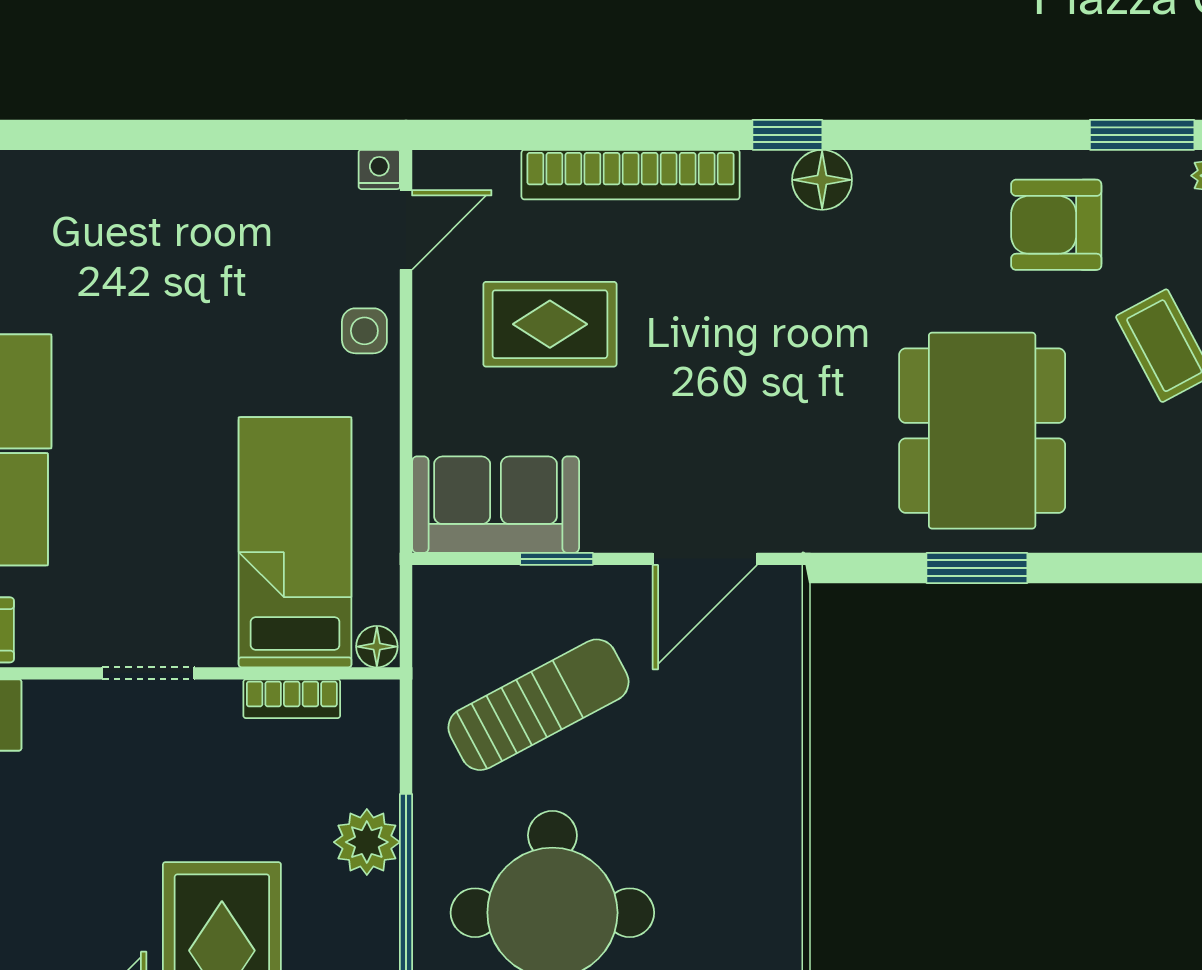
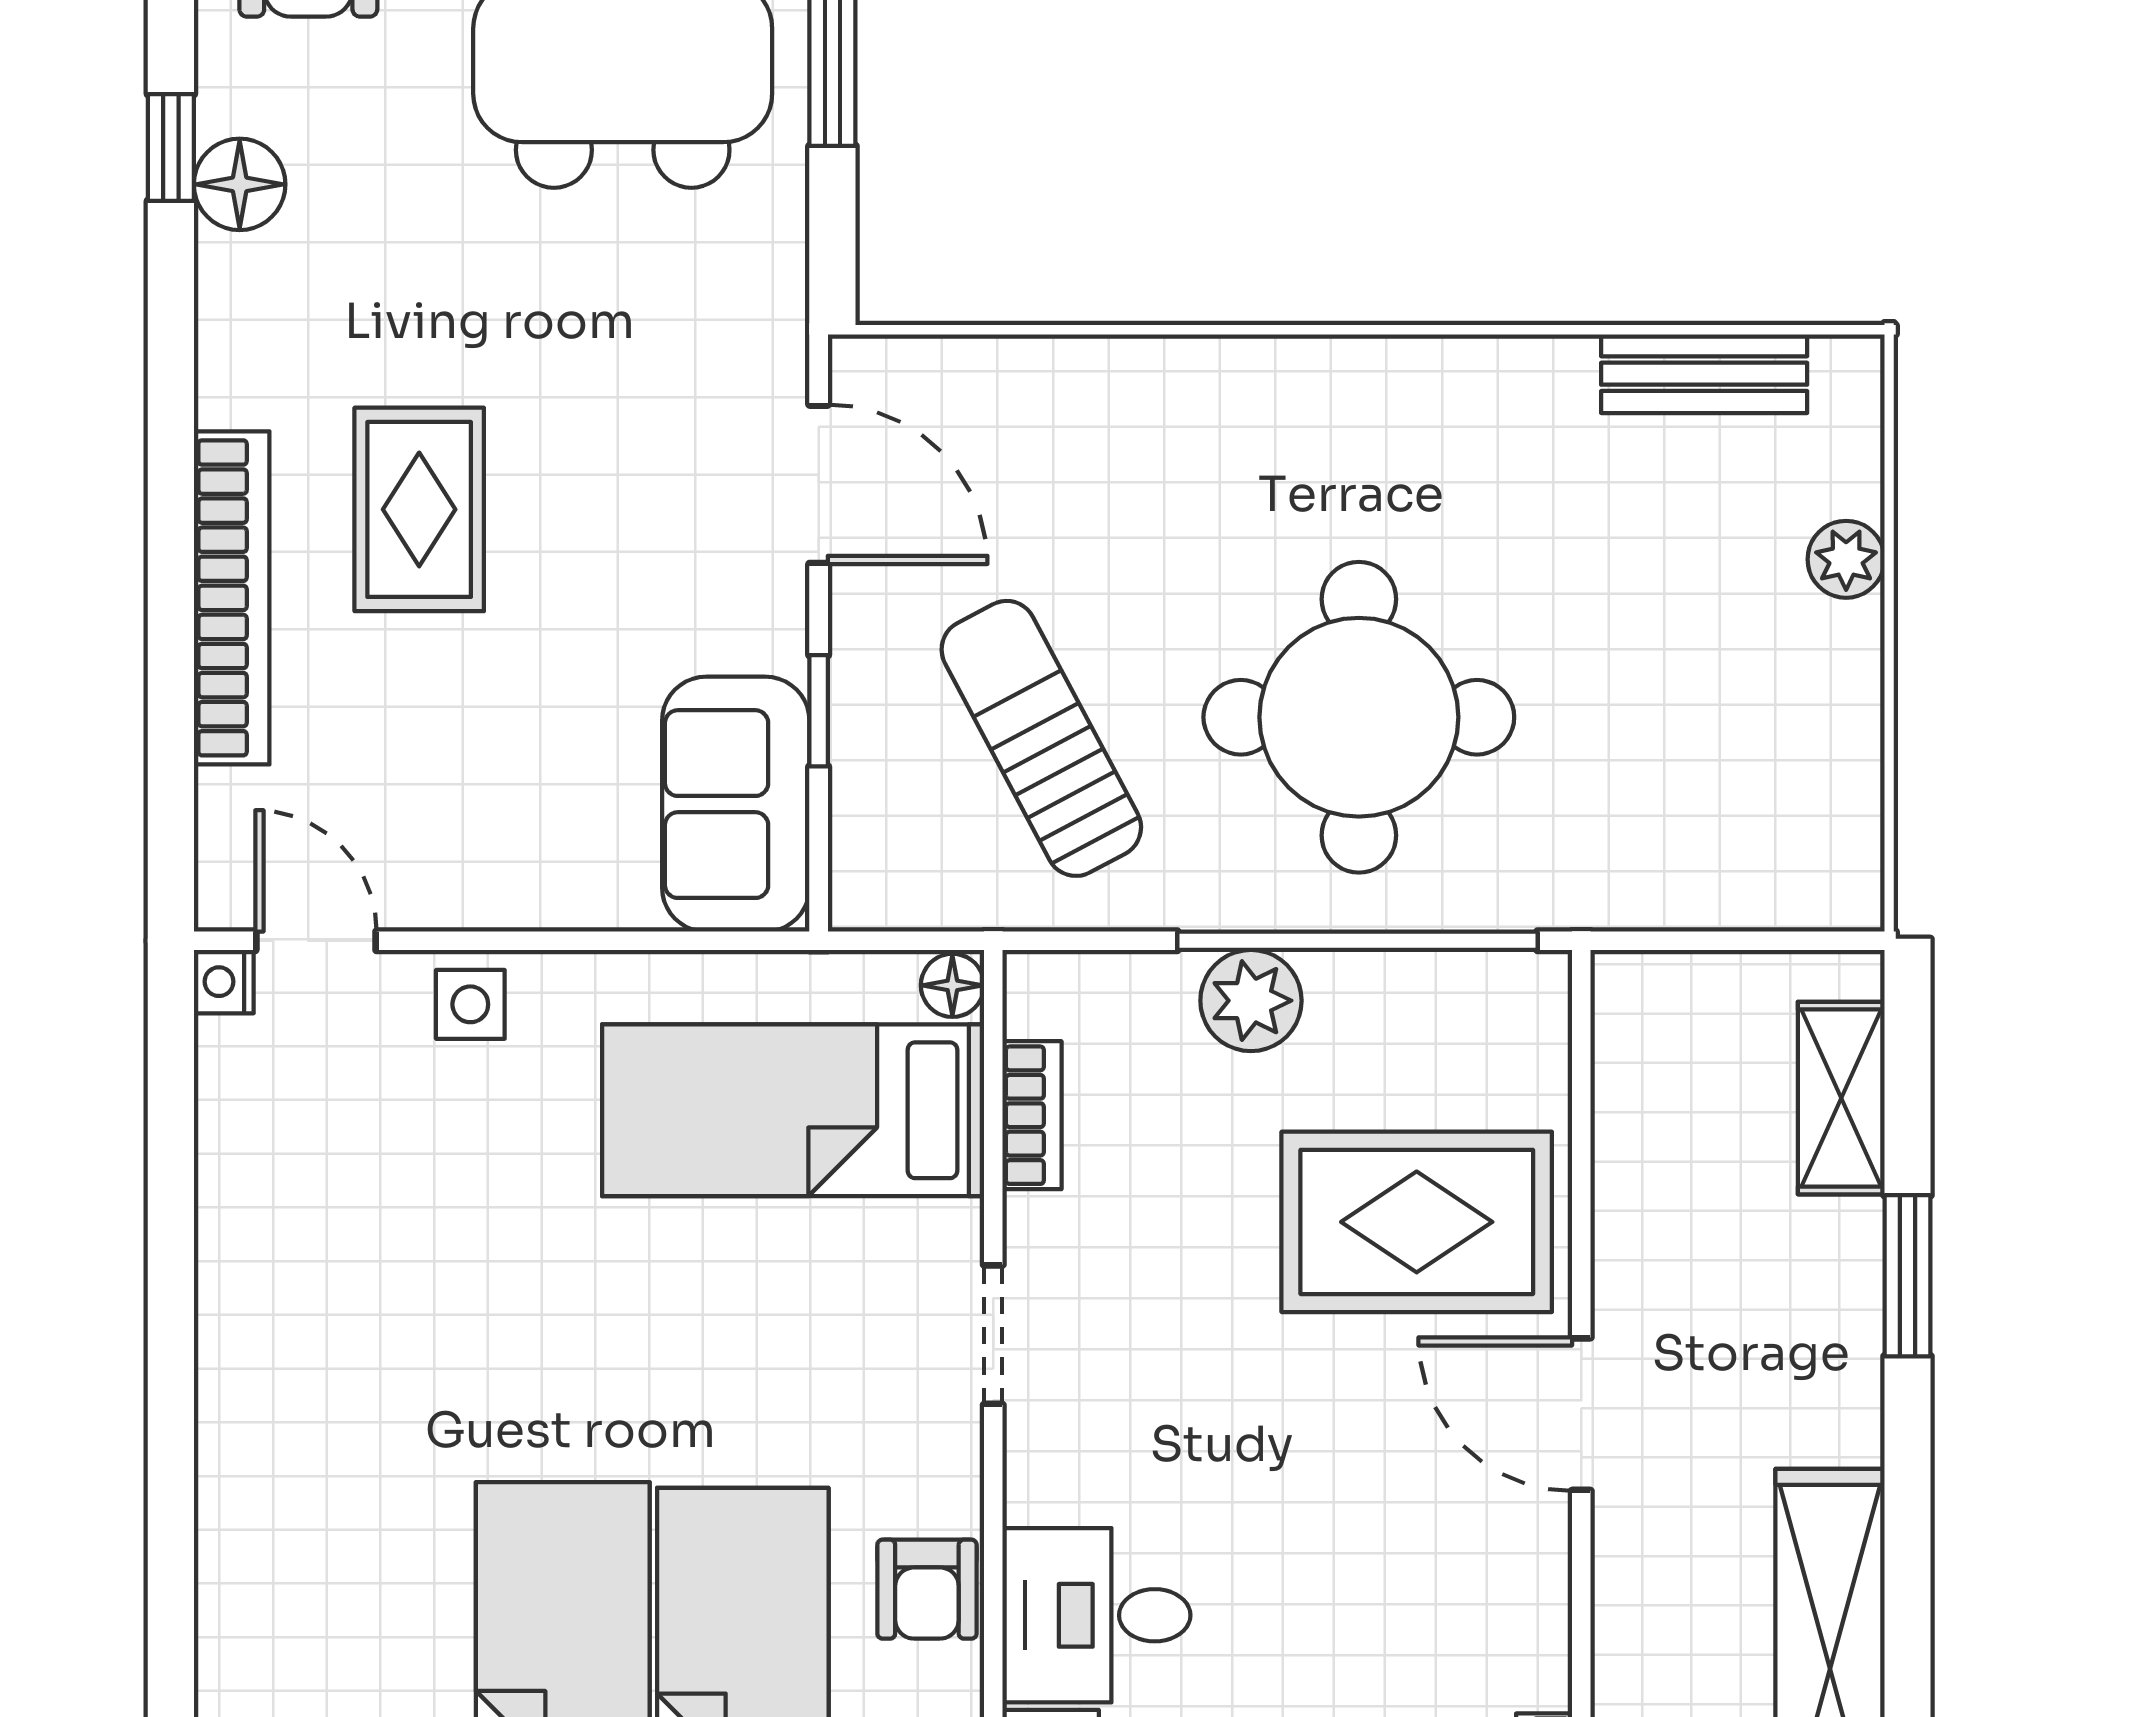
window: (787, 135) -> (171, 147), moved
floor lamp: (822, 180) -> (240, 184), moved
rug: (550, 324) -> (419, 509), moved

